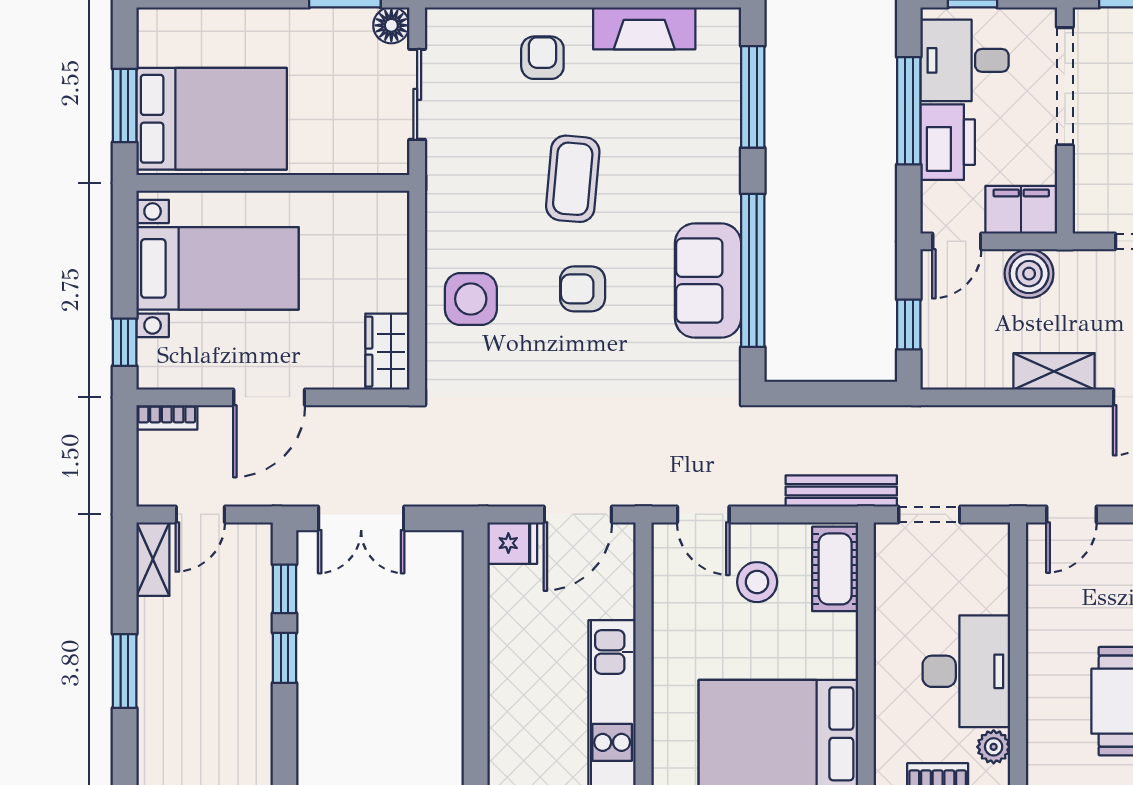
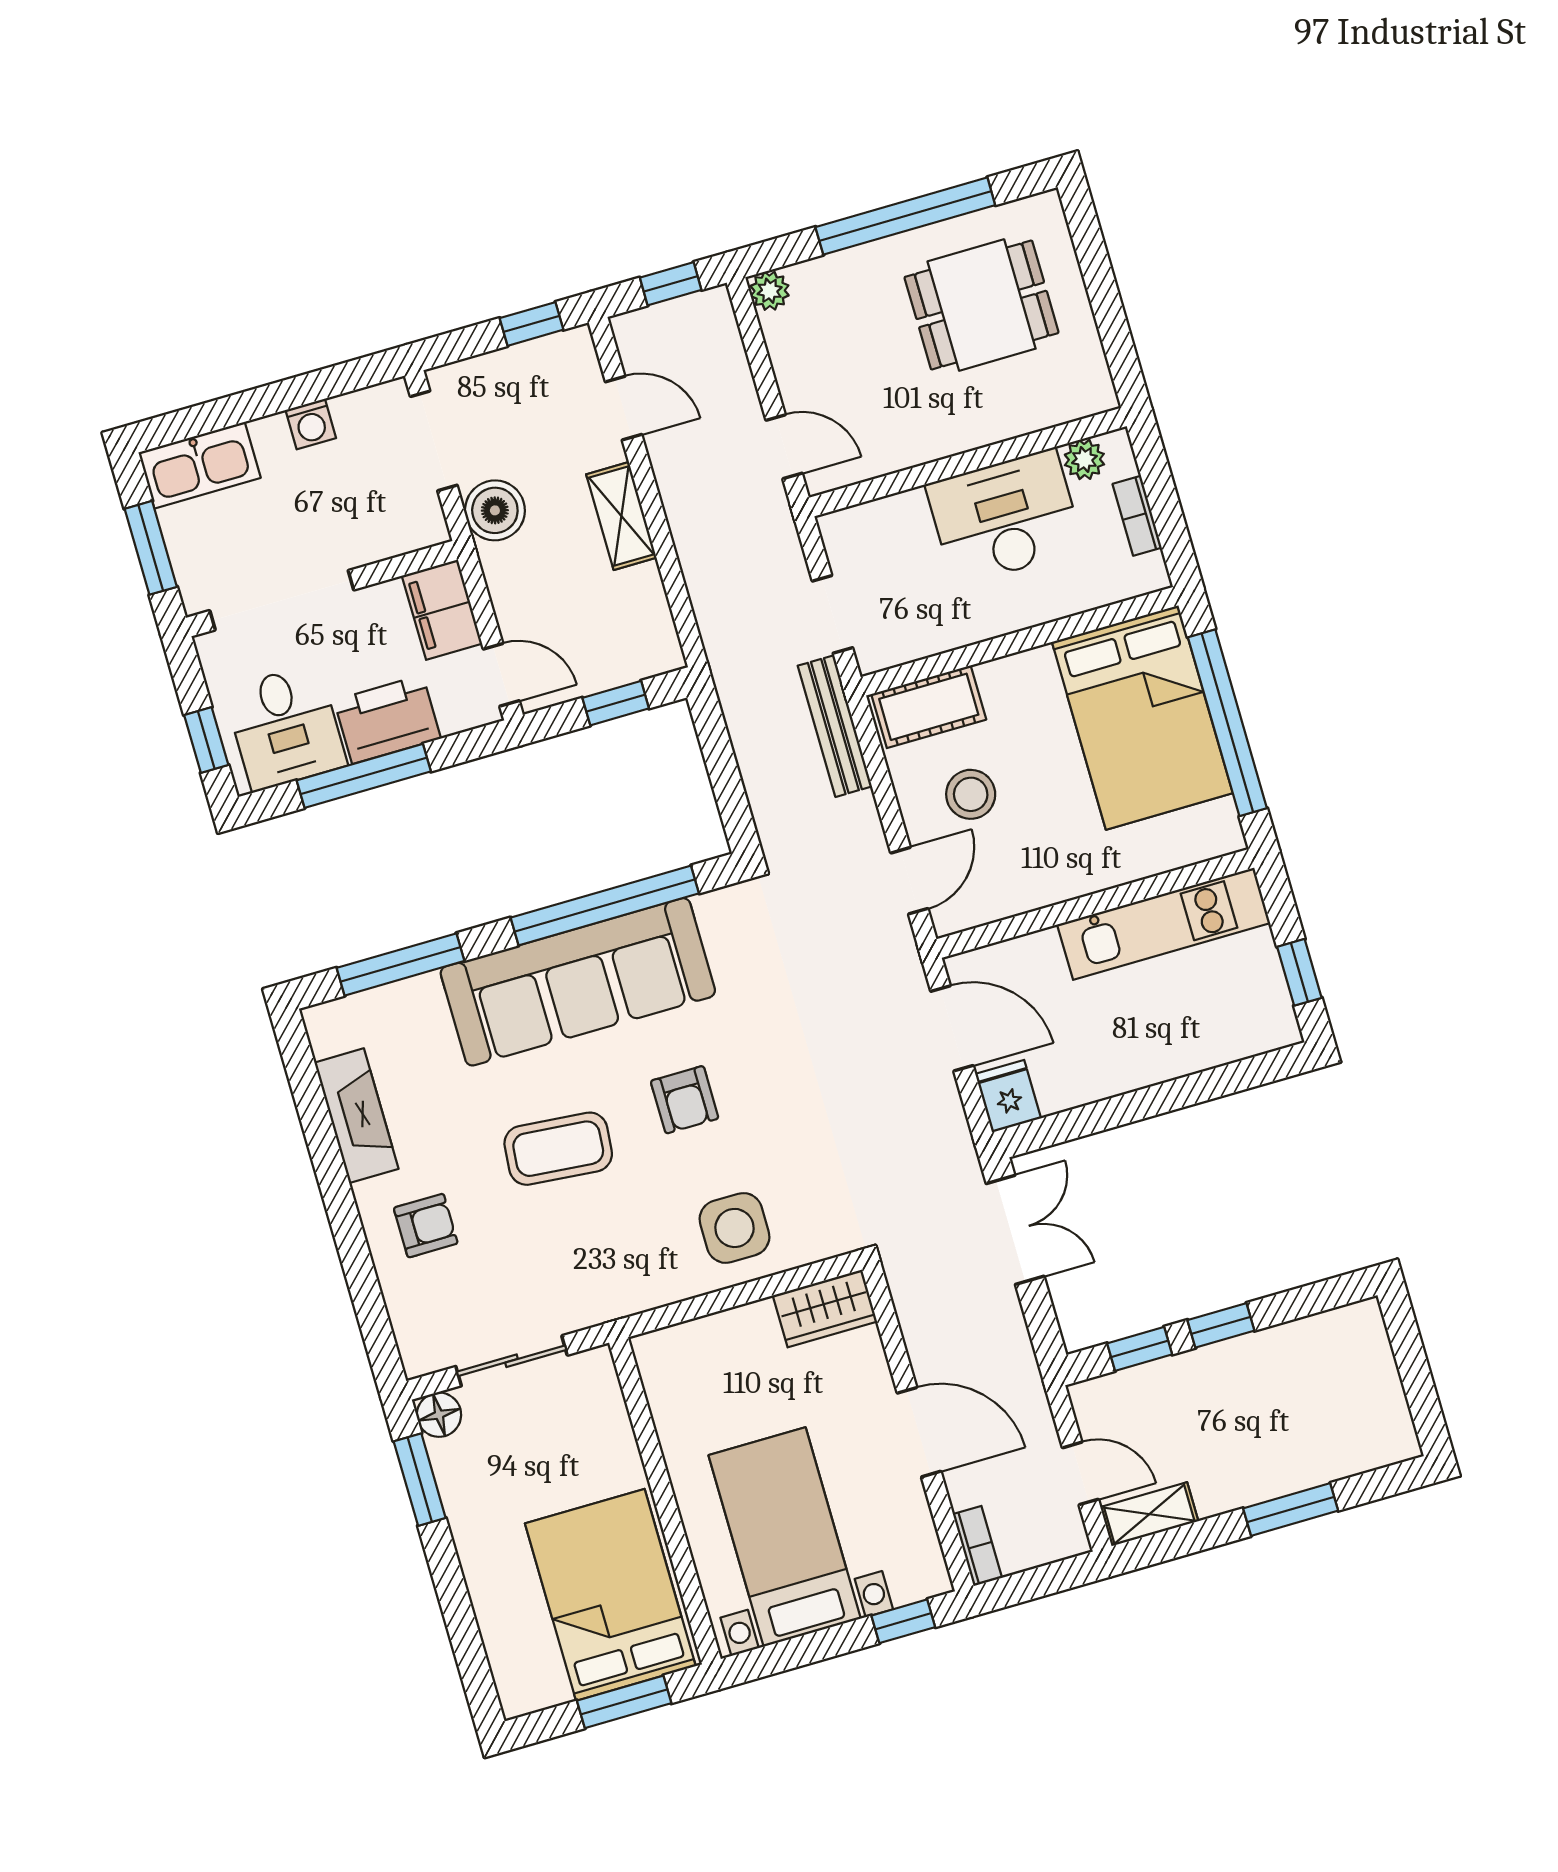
armchair: (542, 58) -> (426, 1226), turned 180
boiler: (1029, 274) -> (495, 510), moved
sofa: (708, 281) -> (578, 982), width x1.85, depth x1.27
double door: (361, 518) -> (1015, 1230), moved

